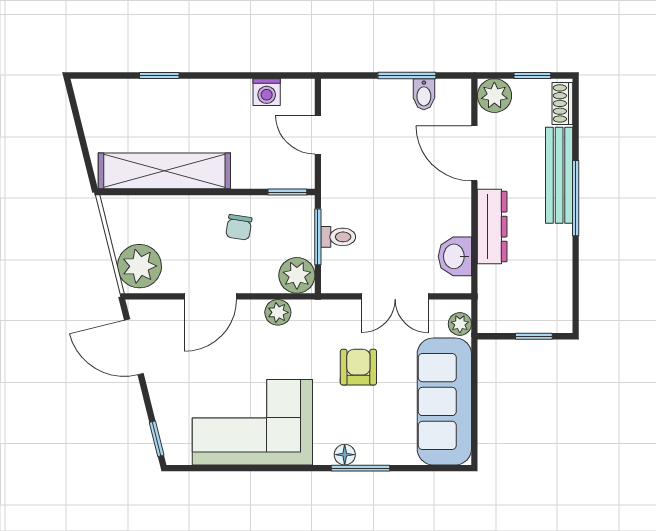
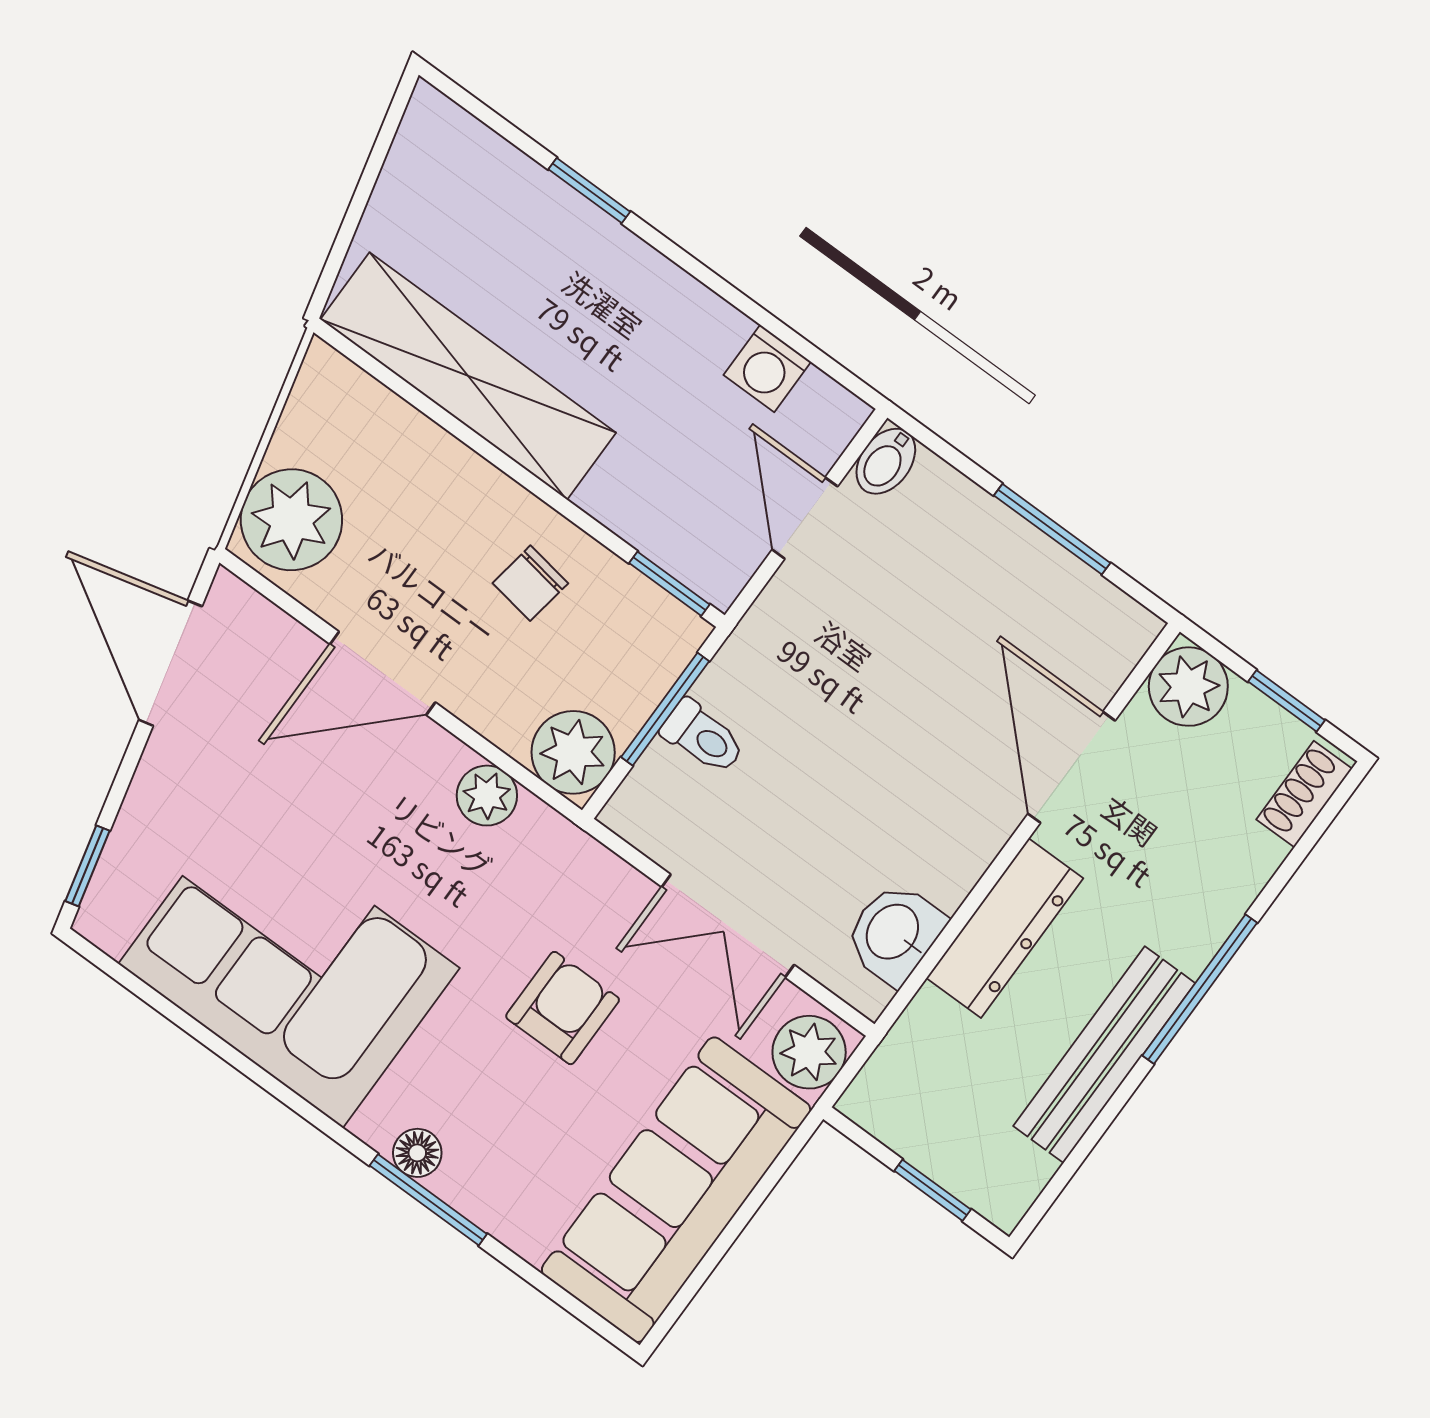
bidet: (424, 94) -> (886, 461), moved
bench: (559, 175) -> (1104, 1055), moved
plant: (460, 324) -> (809, 1052), width x1.38, depth x1.38

